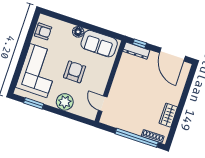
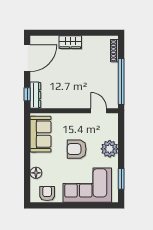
floor lamp: (78, 32) -> (36, 173), moved
door: (103, 104) -> (99, 111), swing flipped
wardrobe: (168, 115) -> (70, 42), moved
window: (137, 138) -> (121, 82), moved

